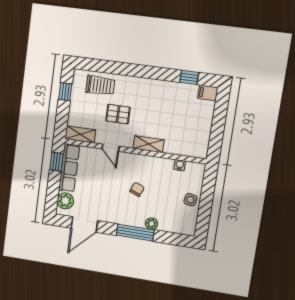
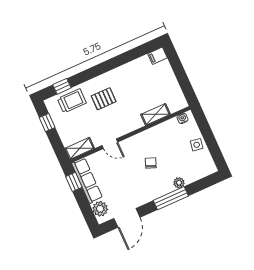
window: (189, 77) -> (62, 86), moved
pallet: (118, 114) -> (104, 99), moved
shelving: (148, 144) -> (155, 114), moved
water cooler: (180, 165) -> (182, 118), moved

